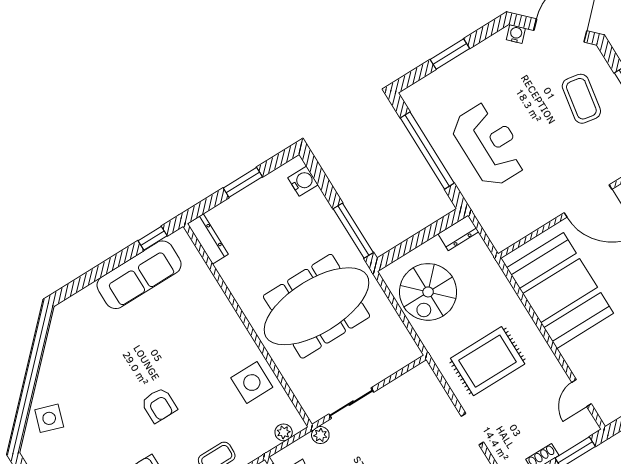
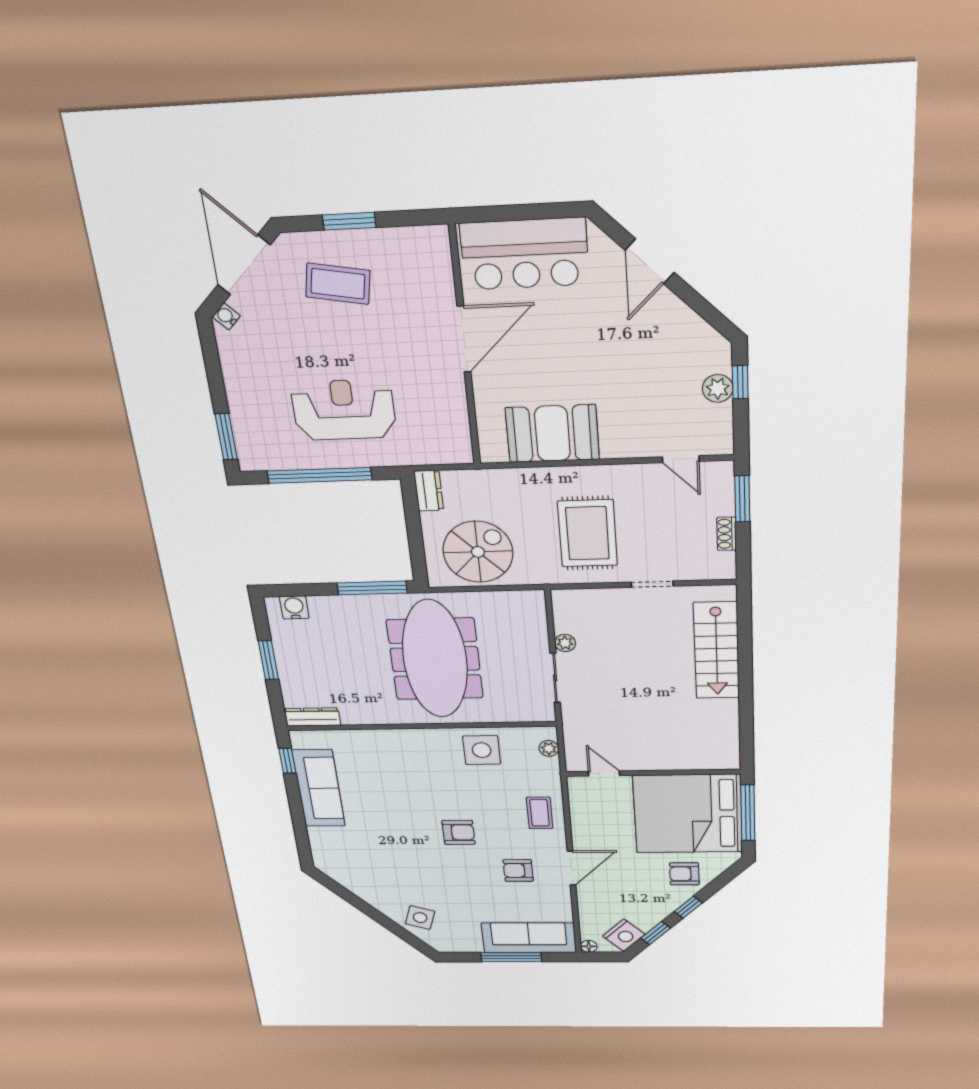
window: (450, 54) -> (226, 437), moved
booth: (560, 291) -> (552, 434), width x0.73, depth x0.70
spiral stairs: (428, 292) -> (478, 552), turned -90
plant: (320, 435) -> (565, 643), moved

